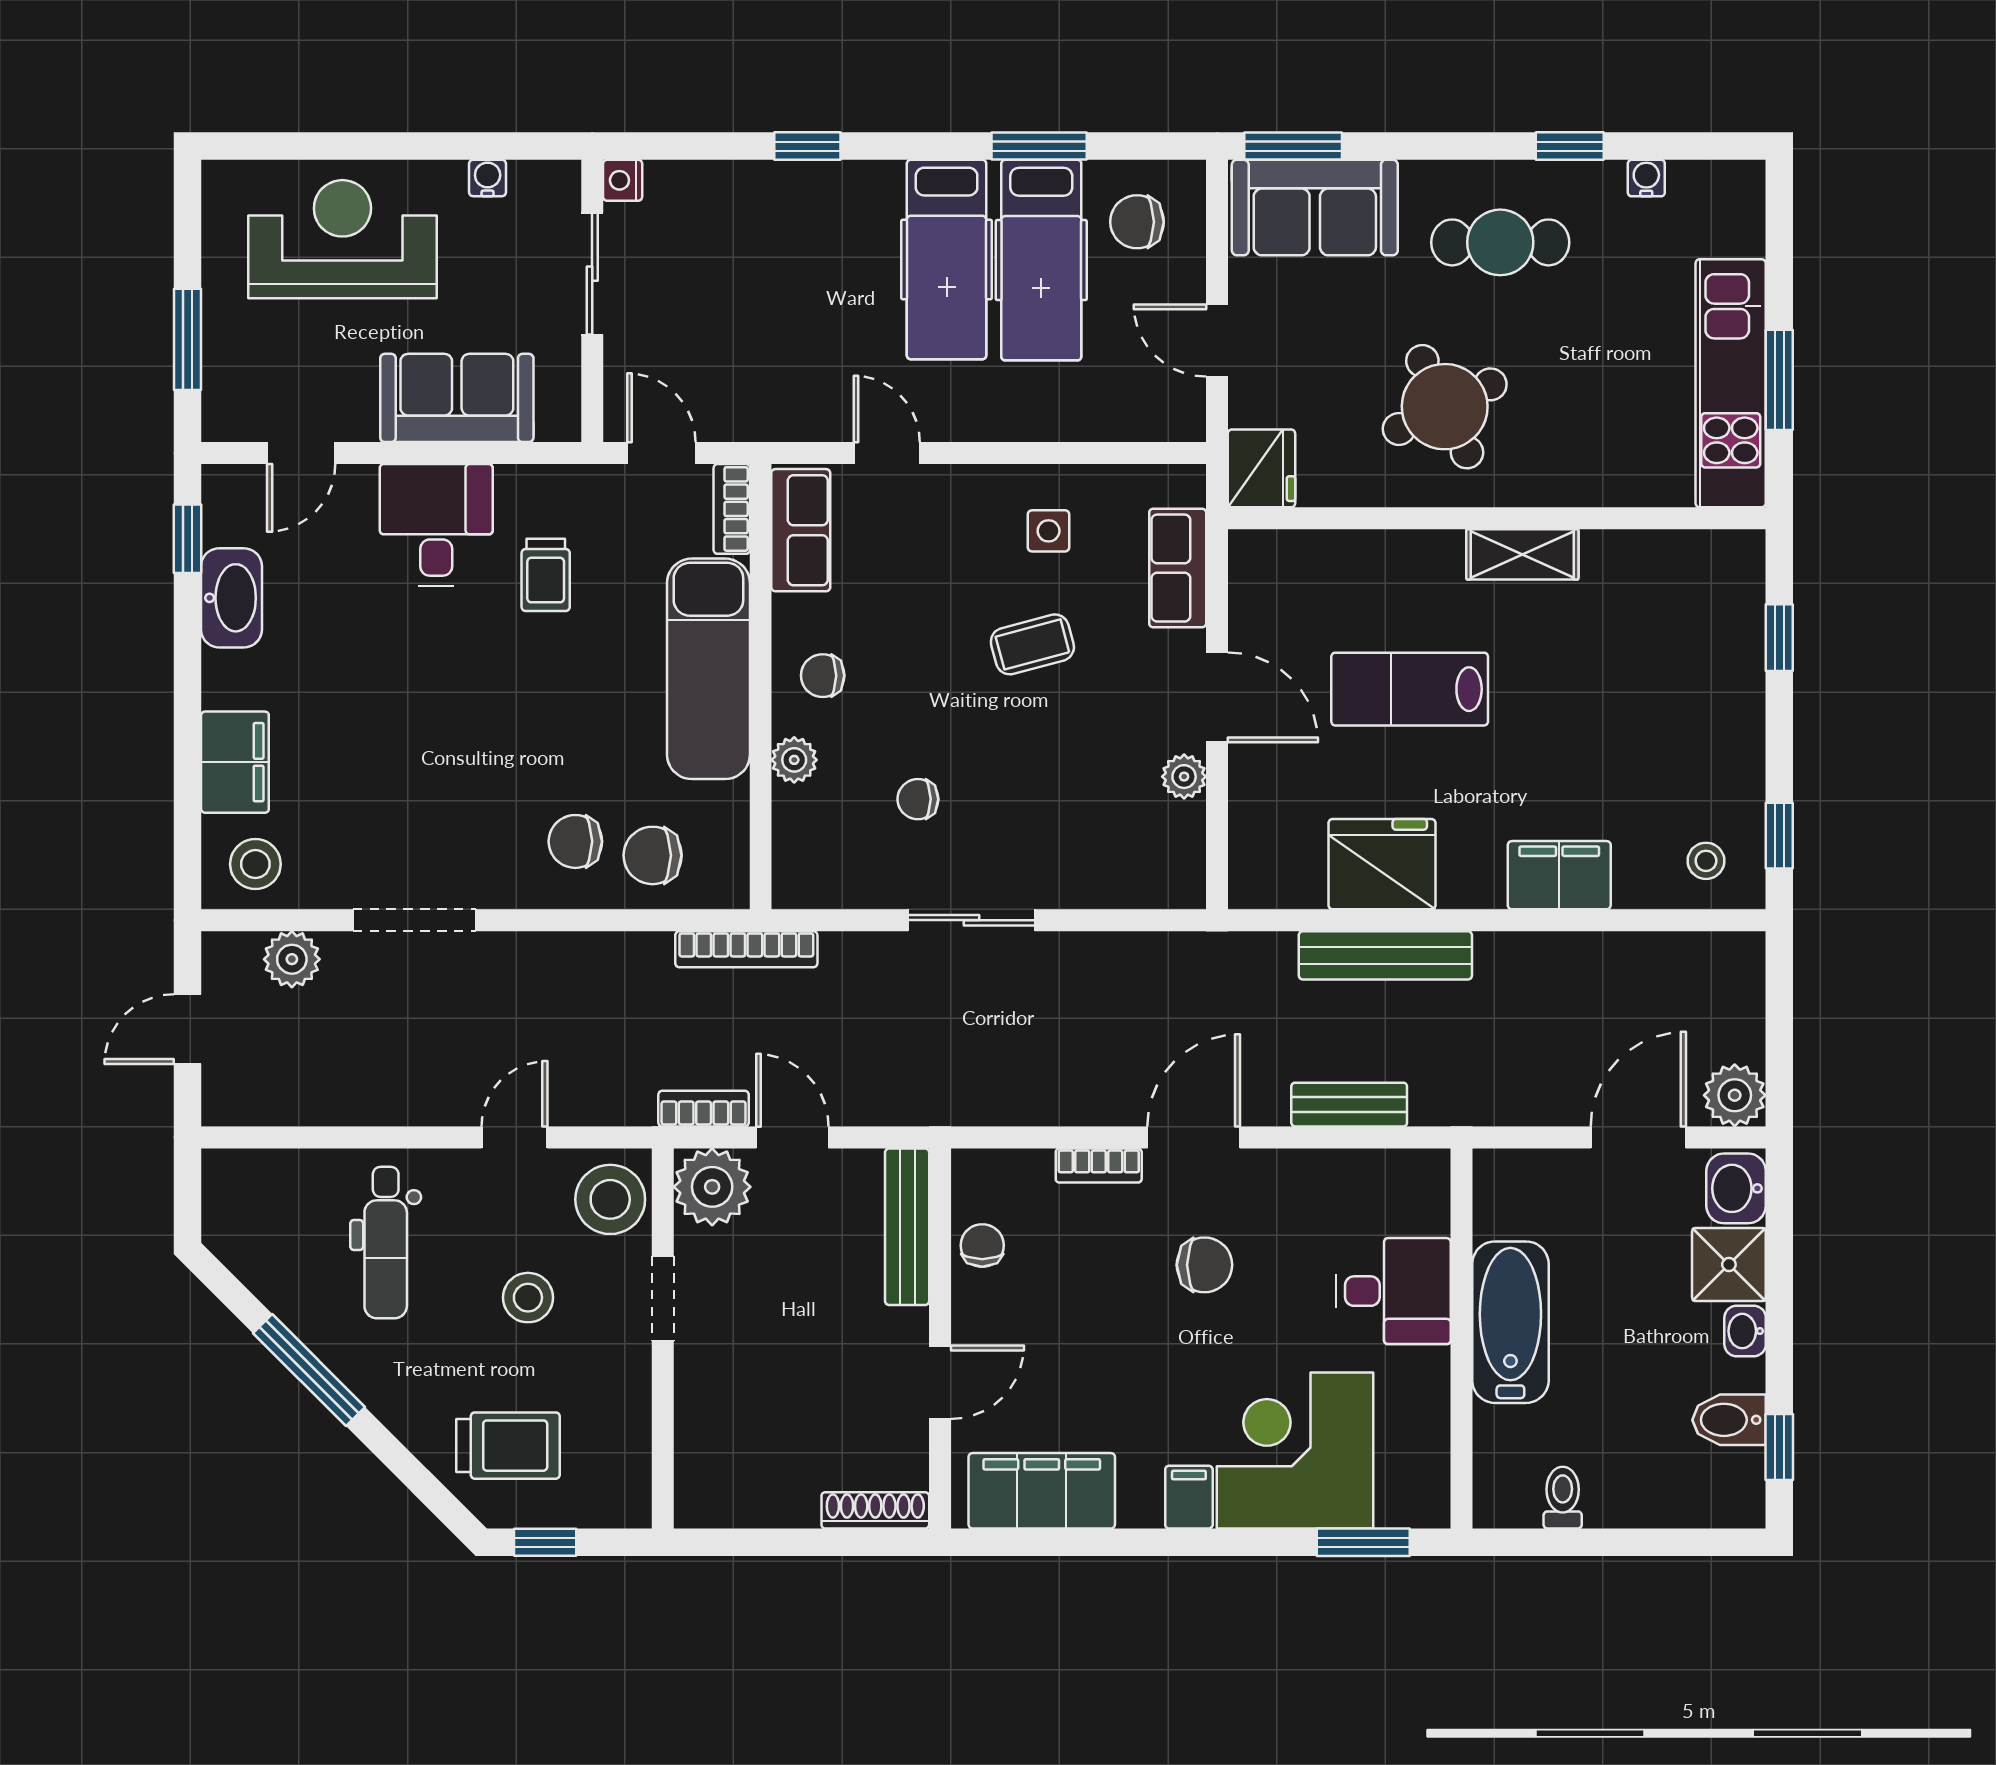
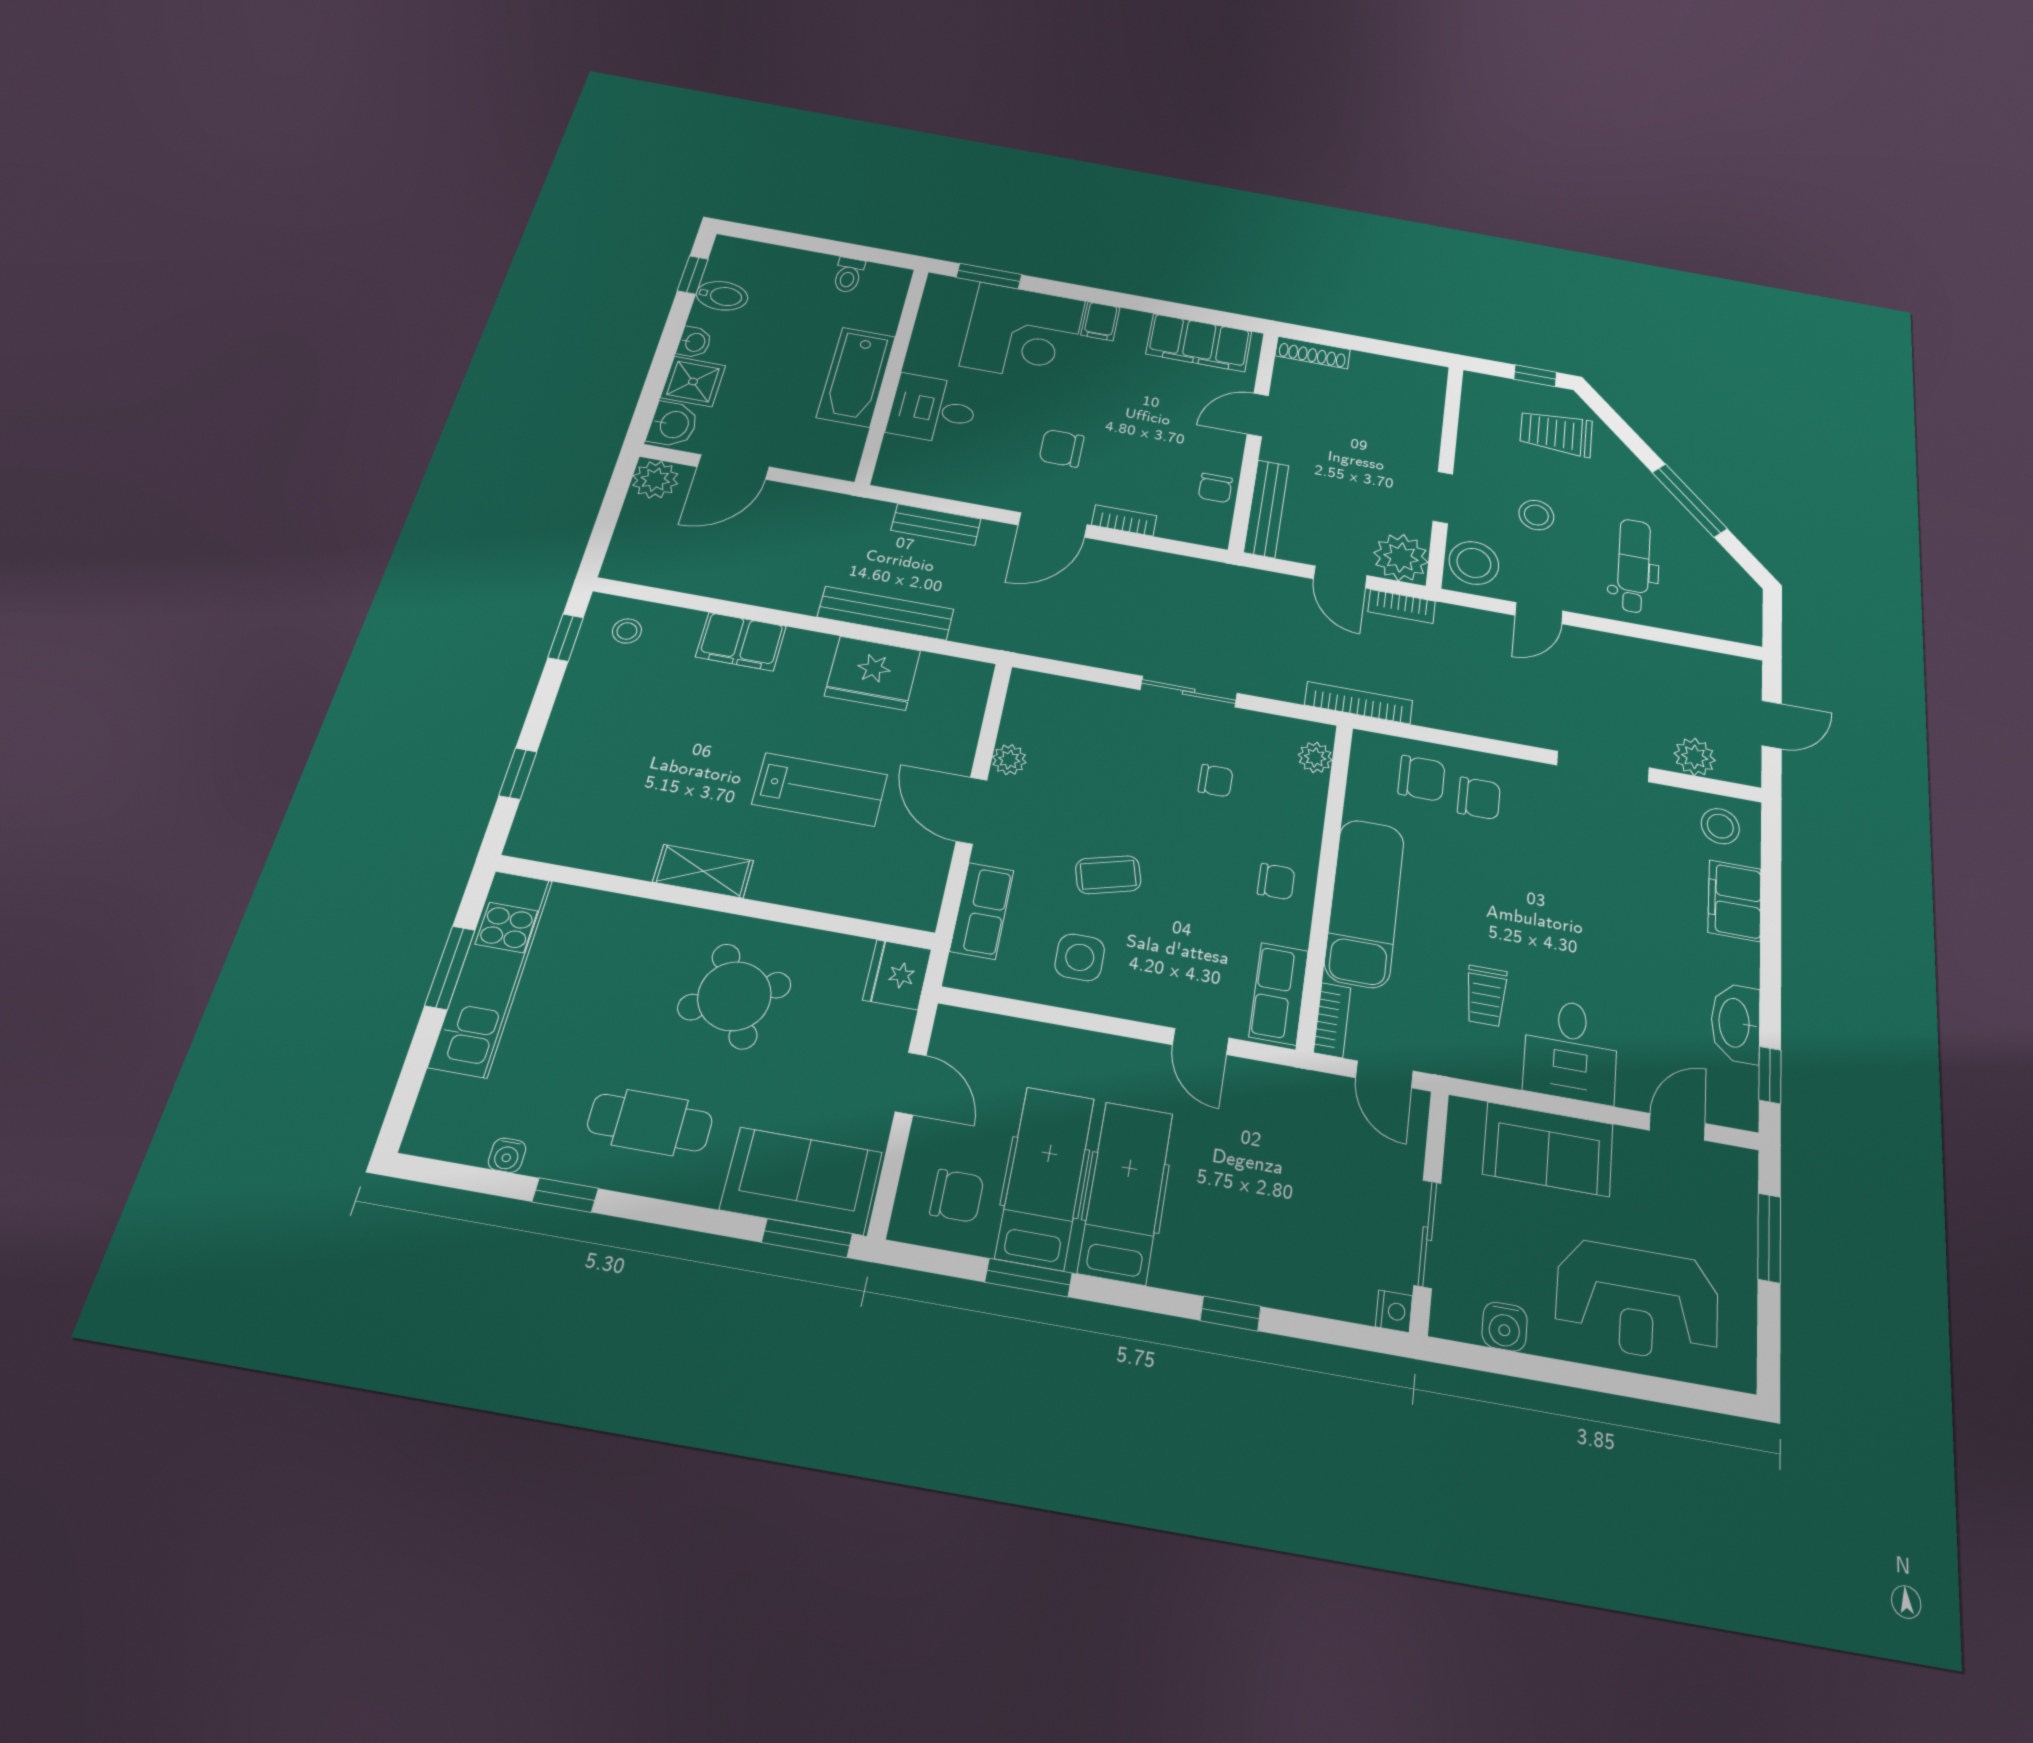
water cooler: (488, 178) -> (1505, 1327), width x1.38, depth x1.38
side table: (1049, 531) -> (1080, 957), width x1.37, depth x1.37
trolley: (546, 575) -> (1486, 996), turned 180
plant: (794, 760) -> (1315, 757), moved

